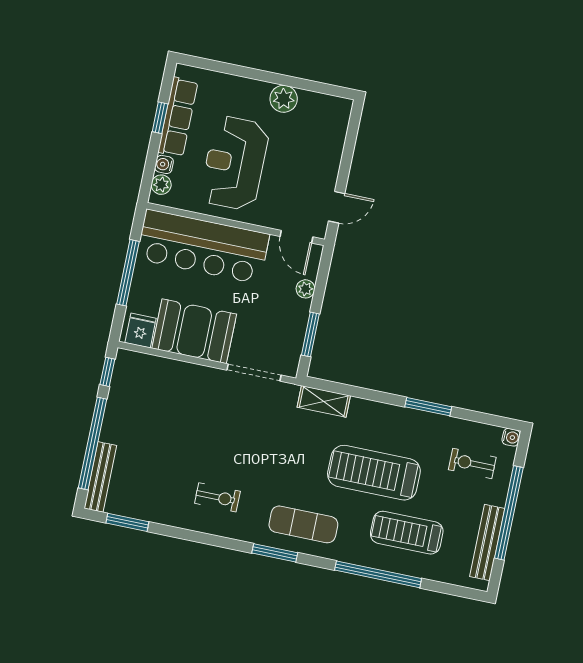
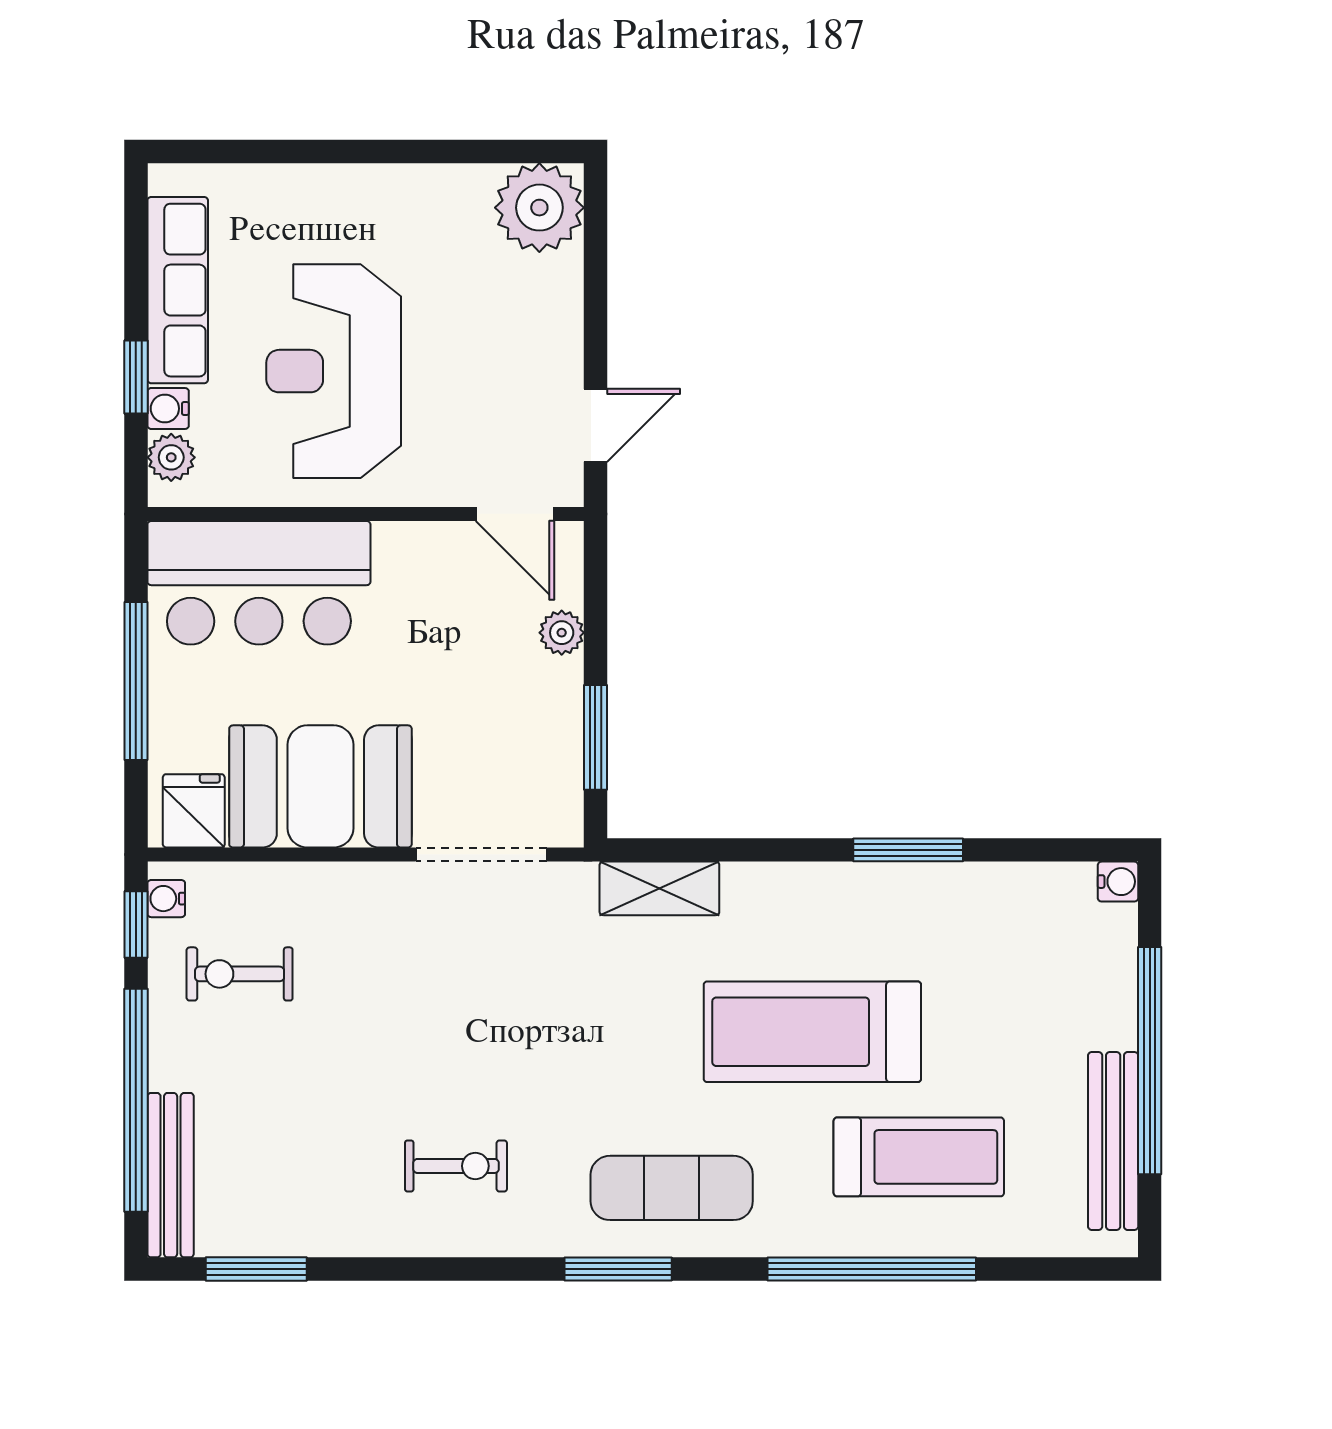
plant: (284, 99) -> (539, 208), moved, width x1.36, depth x1.36
window: (160, 118) -> (136, 377), moved
bar counter: (203, 247) -> (259, 583), width x0.73
water cooler: (122, 364) -> (166, 899), added
exercise bike: (472, 463) -> (240, 974), moved
treadmill: (407, 533) -> (919, 1157), turned 180

